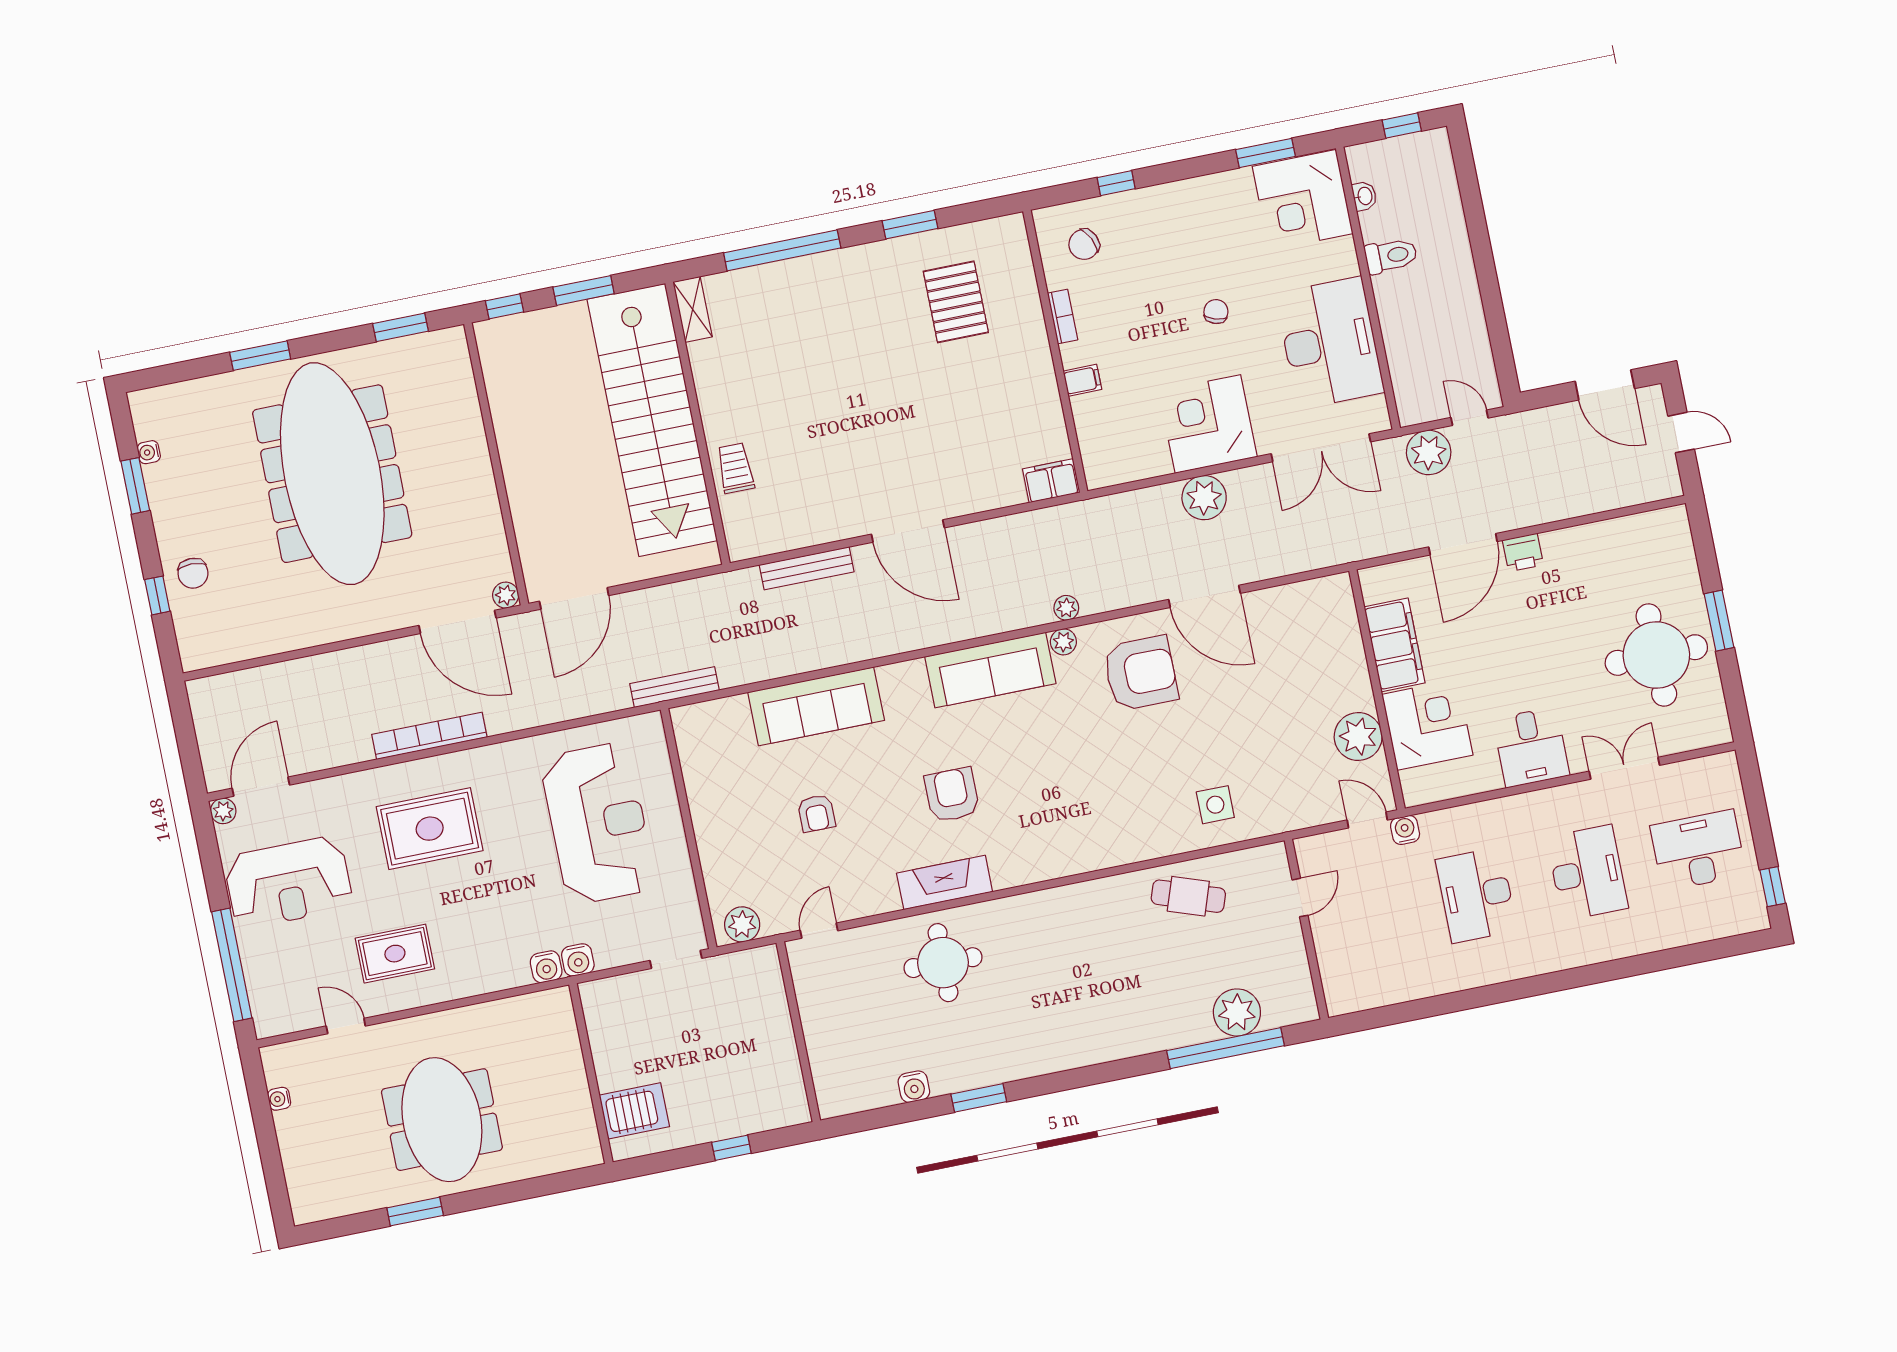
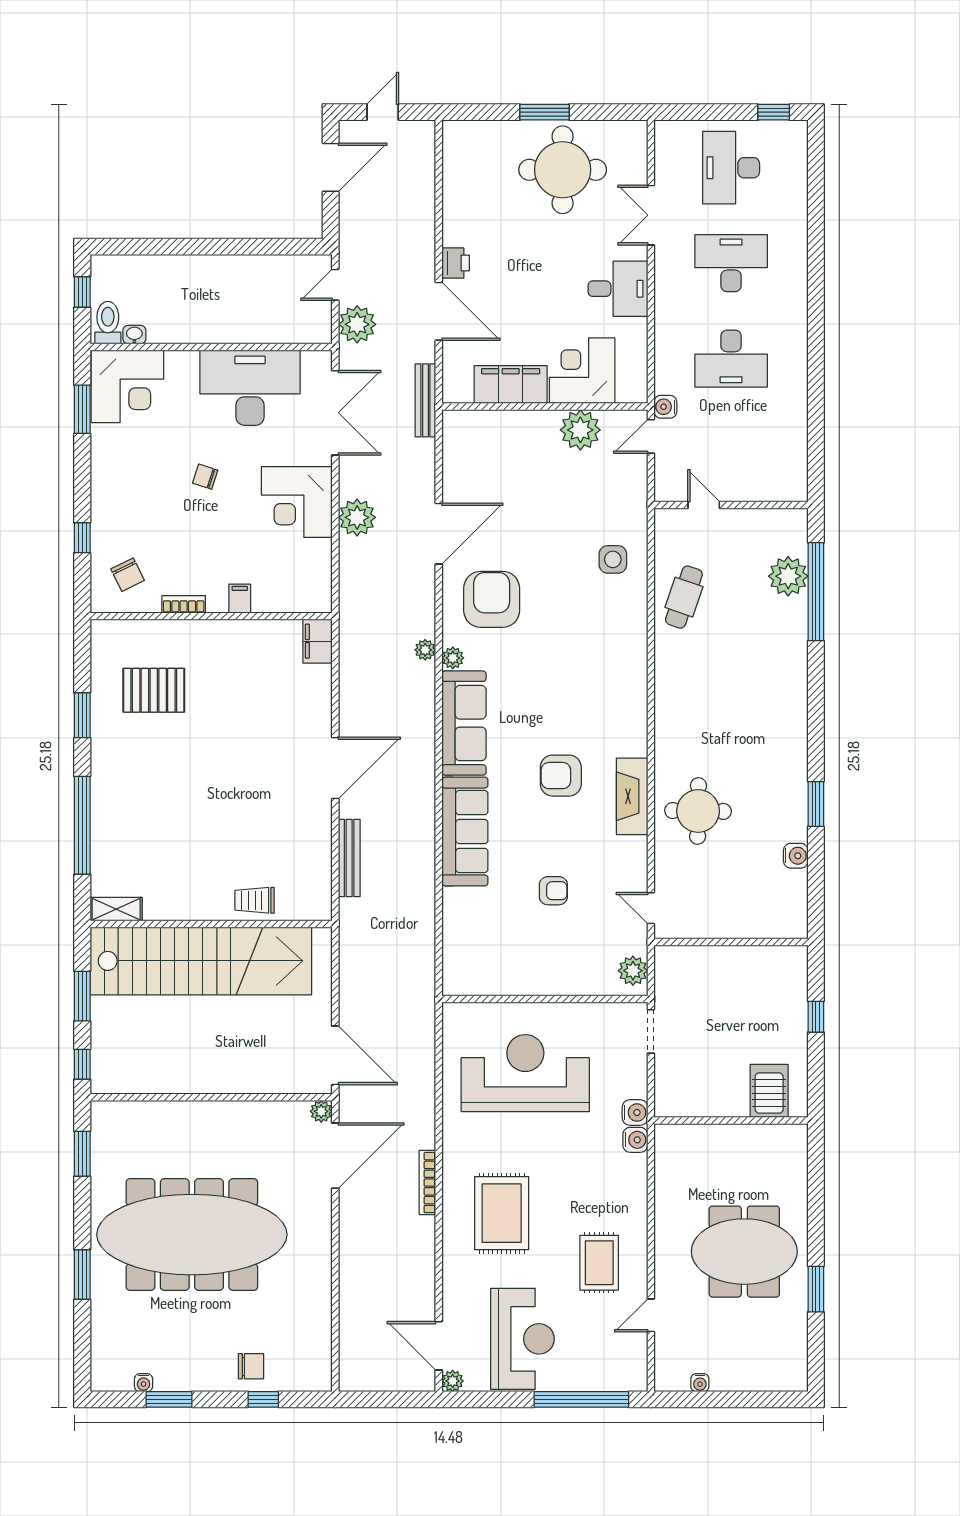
toilet: (1391, 256) -> (108, 323), moved
bench: (674, 687) -> (425, 400), moved
sofa: (816, 706) -> (465, 831), moved
bookcase: (429, 736) -> (427, 1183), width x0.68, depth x0.76

